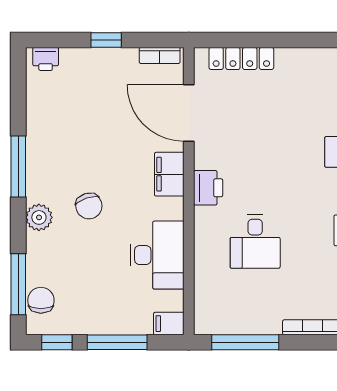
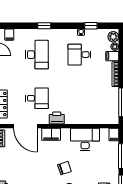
door: (189, 113) -> (25, 126), hinge flipped
desk: (255, 242) -> (37, 98), moved

